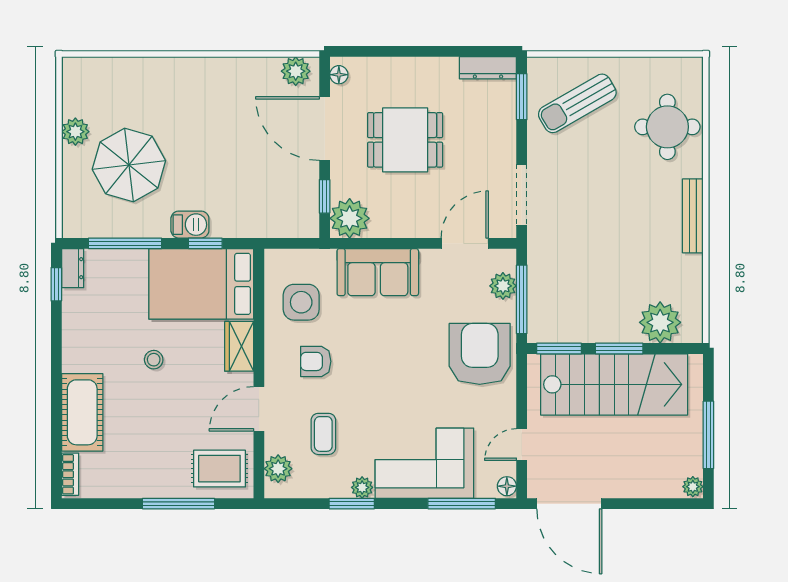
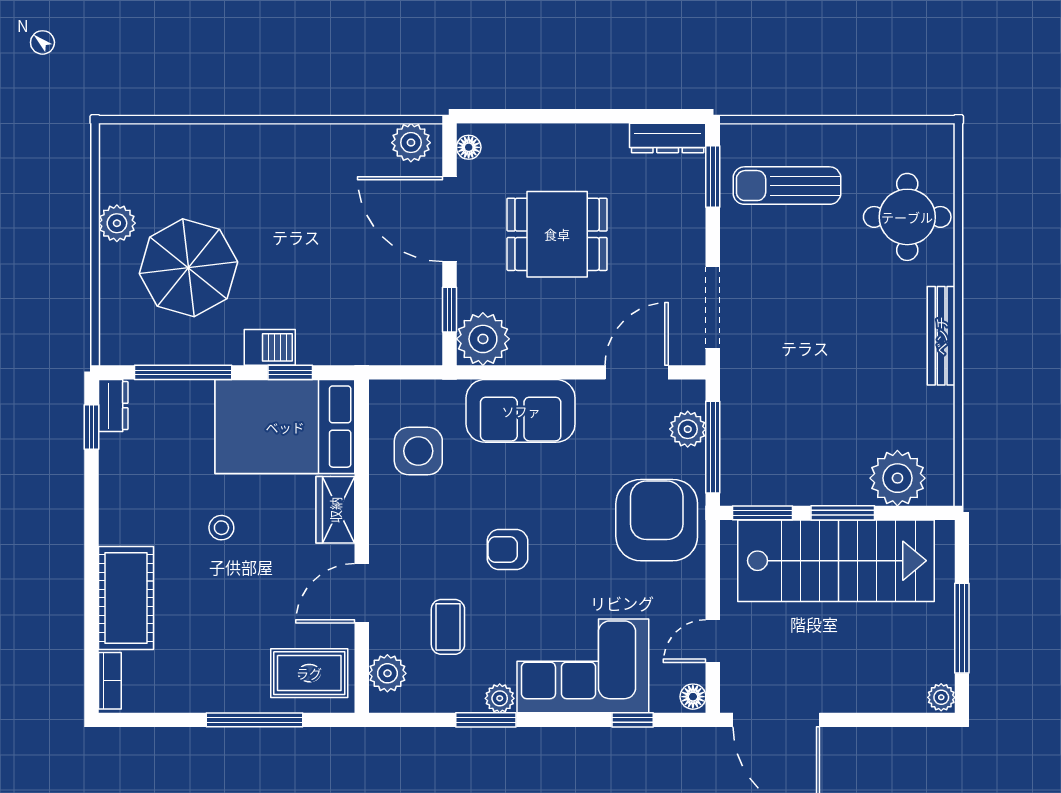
sun lounger: (577, 103) -> (787, 186), turned 30
armchair: (316, 361) -> (508, 550), moved
window: (462, 504) -> (633, 720), width x0.46

